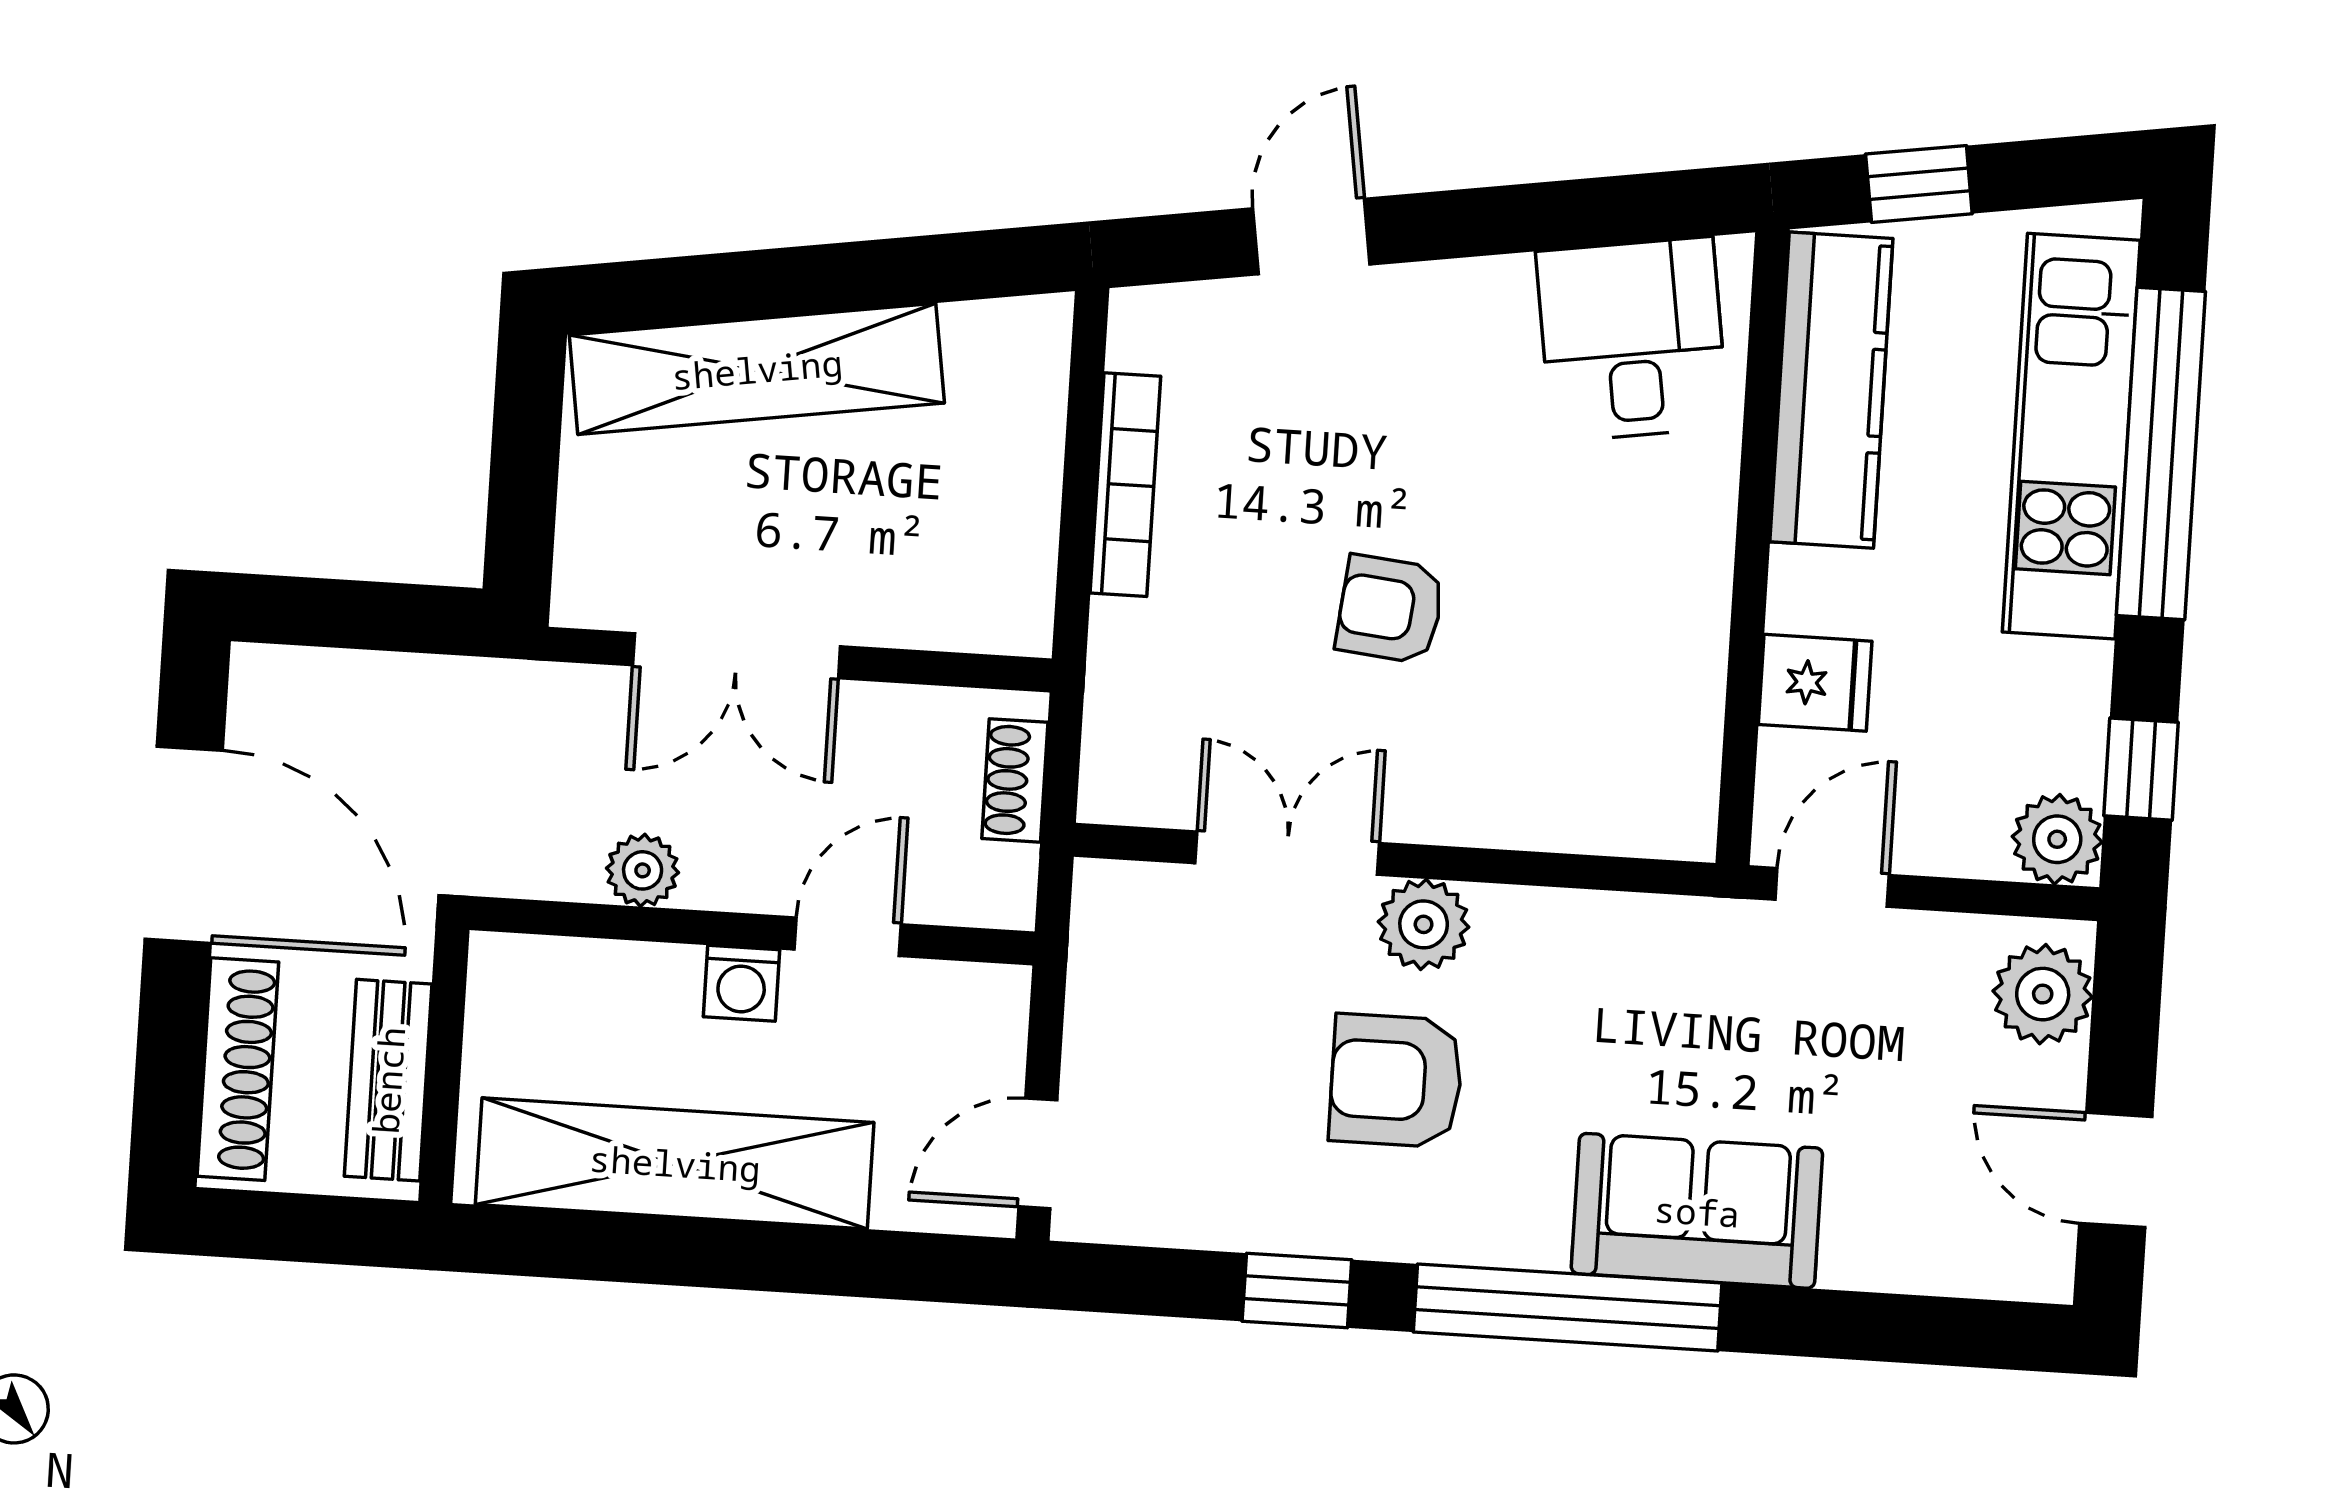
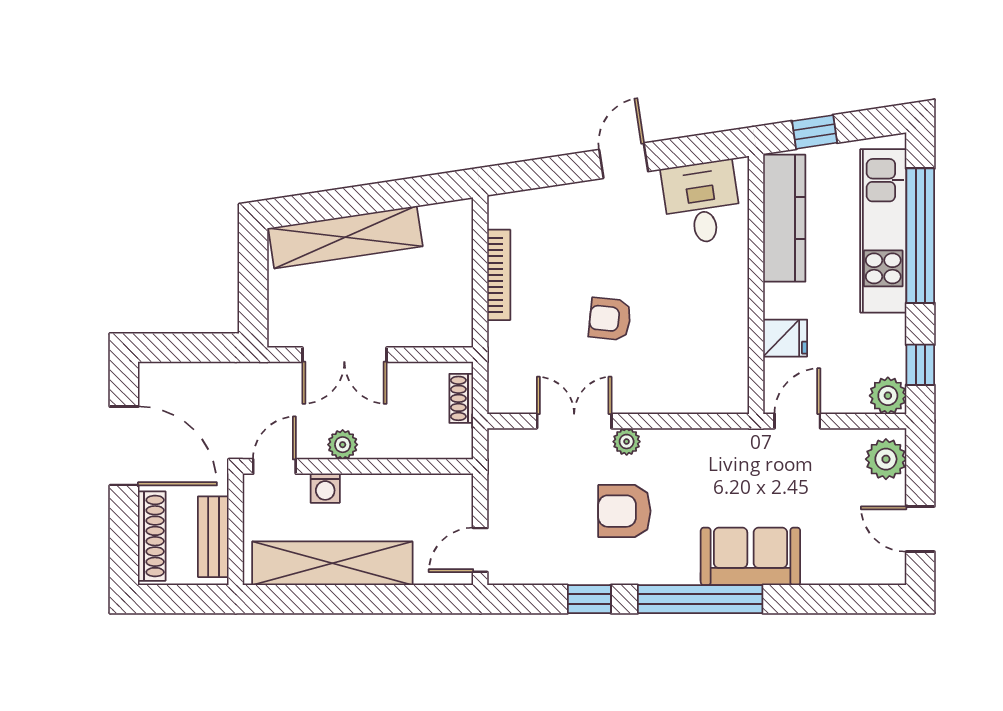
door: (1311, 236) -> (624, 161), moved
plant: (643, 870) -> (343, 445), moved
plant: (1424, 924) -> (627, 442), width x0.73, depth x0.73
door: (848, 937) -> (274, 466), moved
washing machine: (741, 983) -> (325, 488), moved

